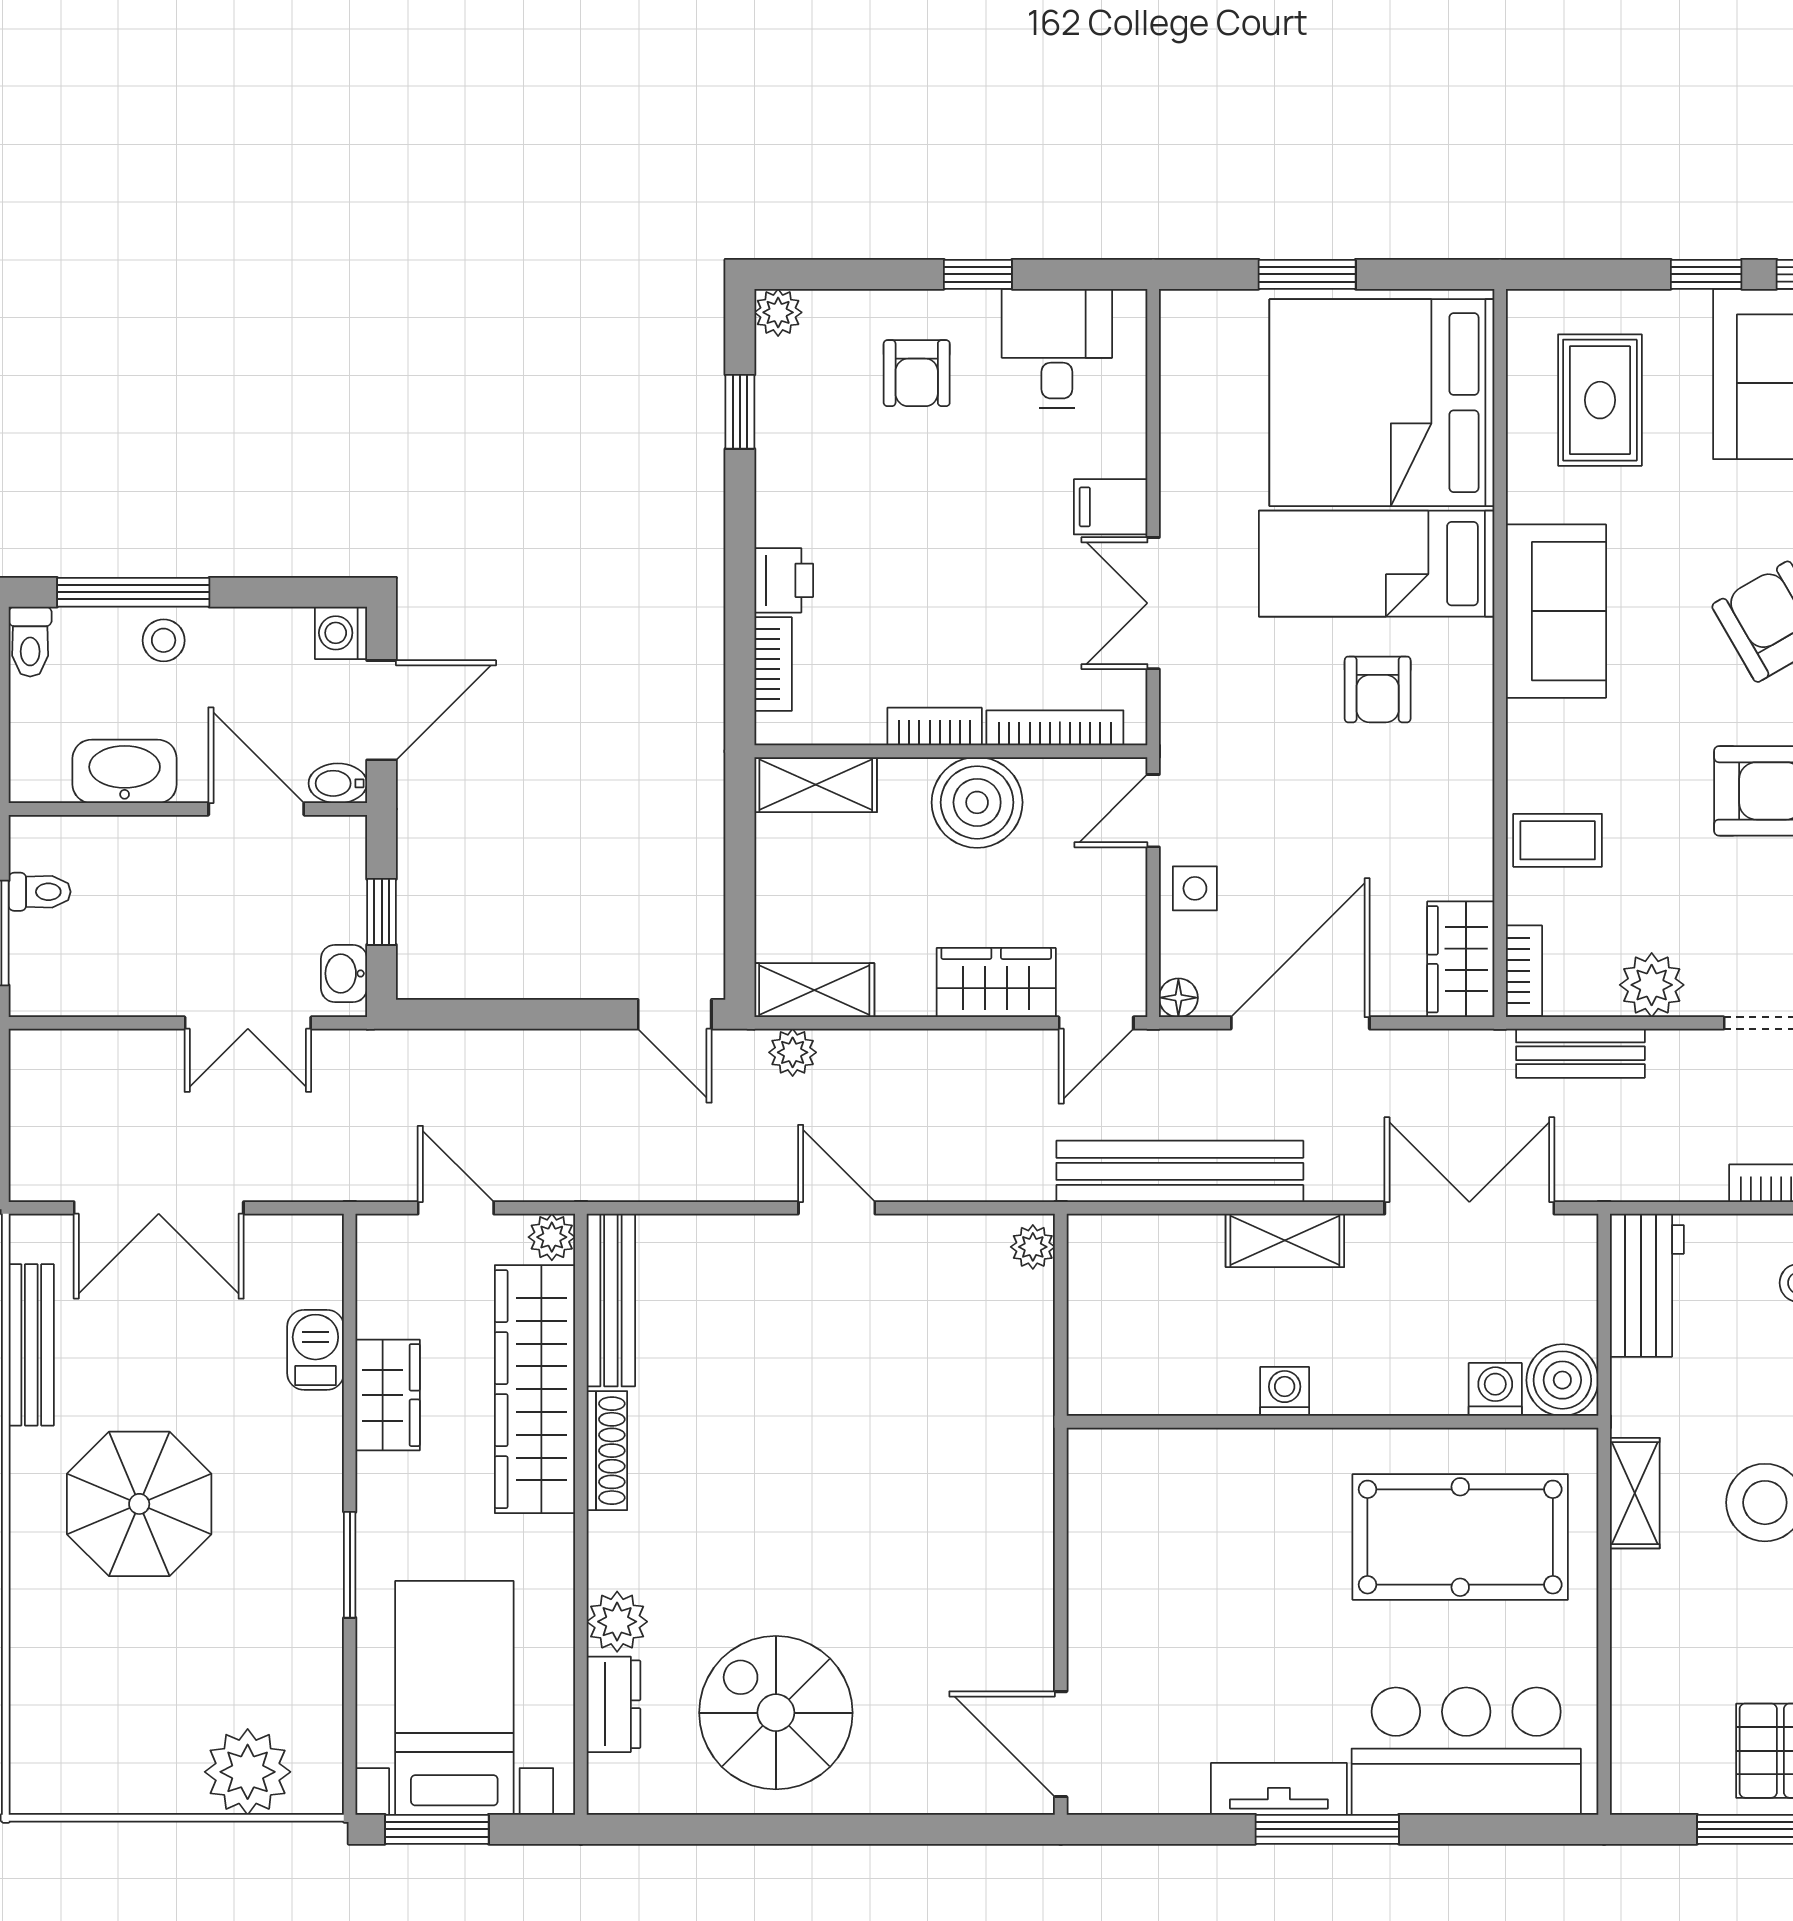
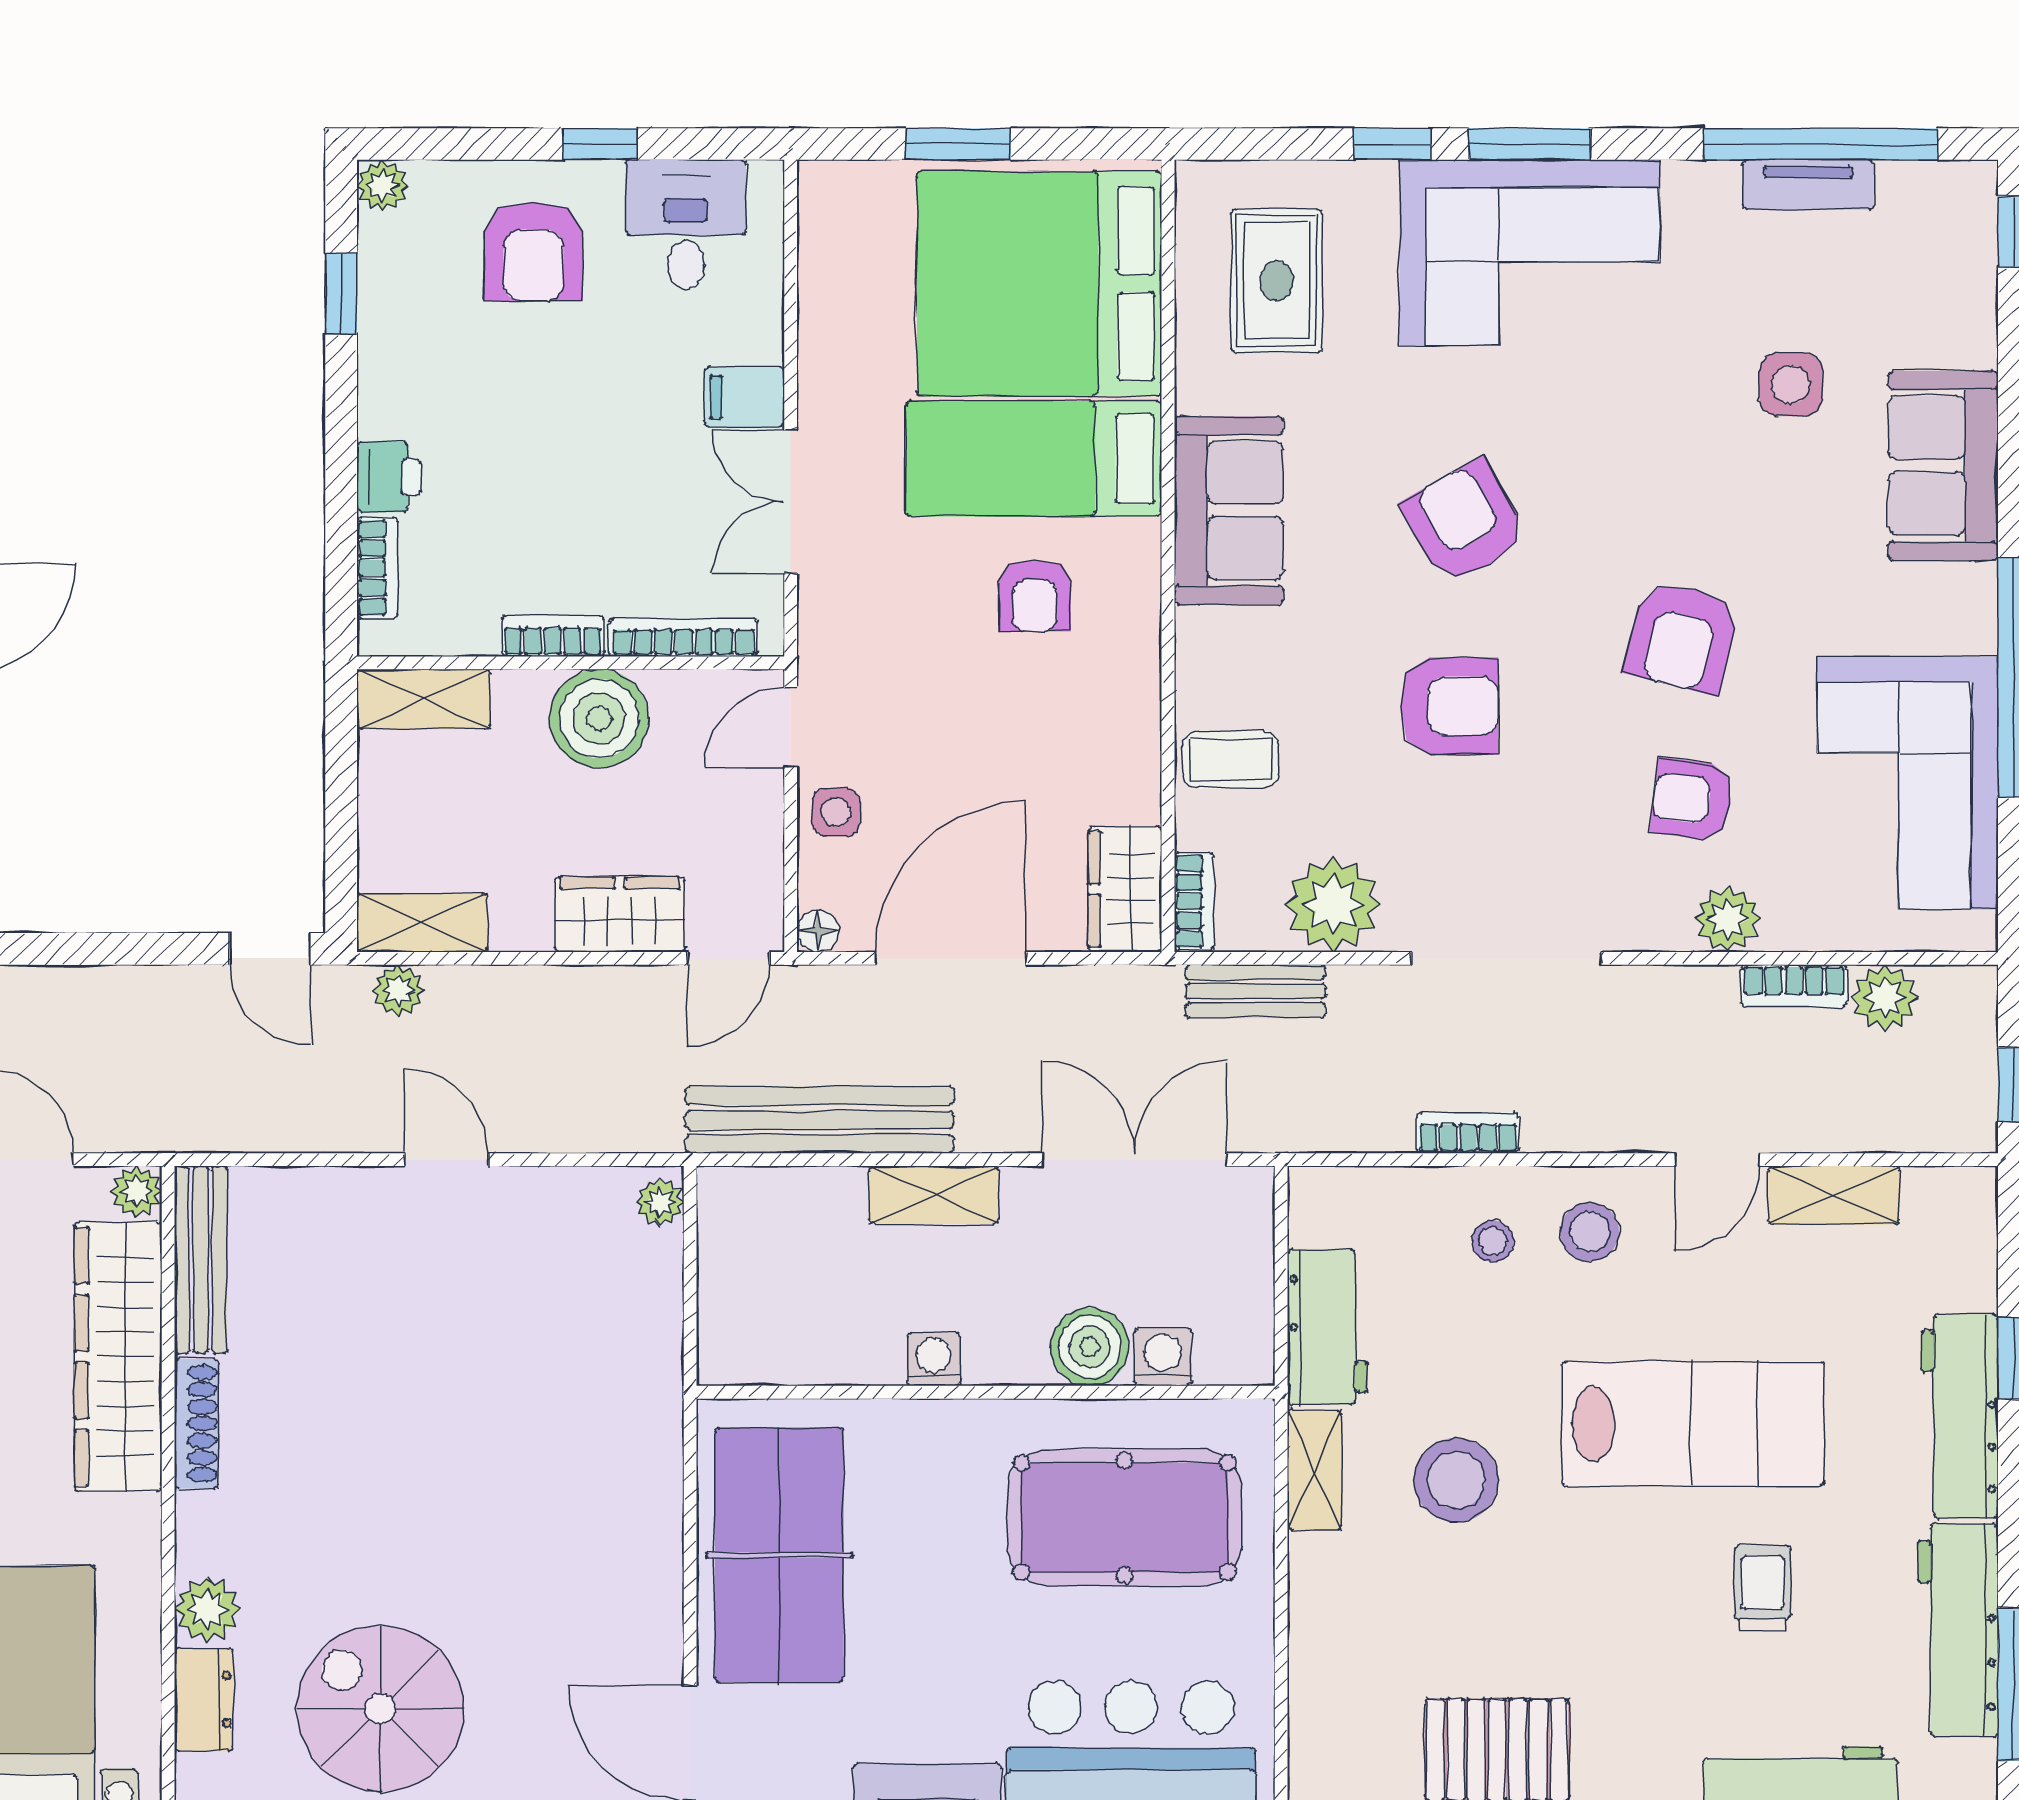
armchair: (917, 373) -> (533, 252), width x1.38, depth x1.38
plant: (1652, 985) -> (1333, 904), width x1.36, depth x1.36
workbench: (1647, 1285) -> (1328, 1327), moved
boiler: (1562, 1380) -> (1090, 1347), moved
table tennis table: (1143, 1571) -> (779, 1555), added

